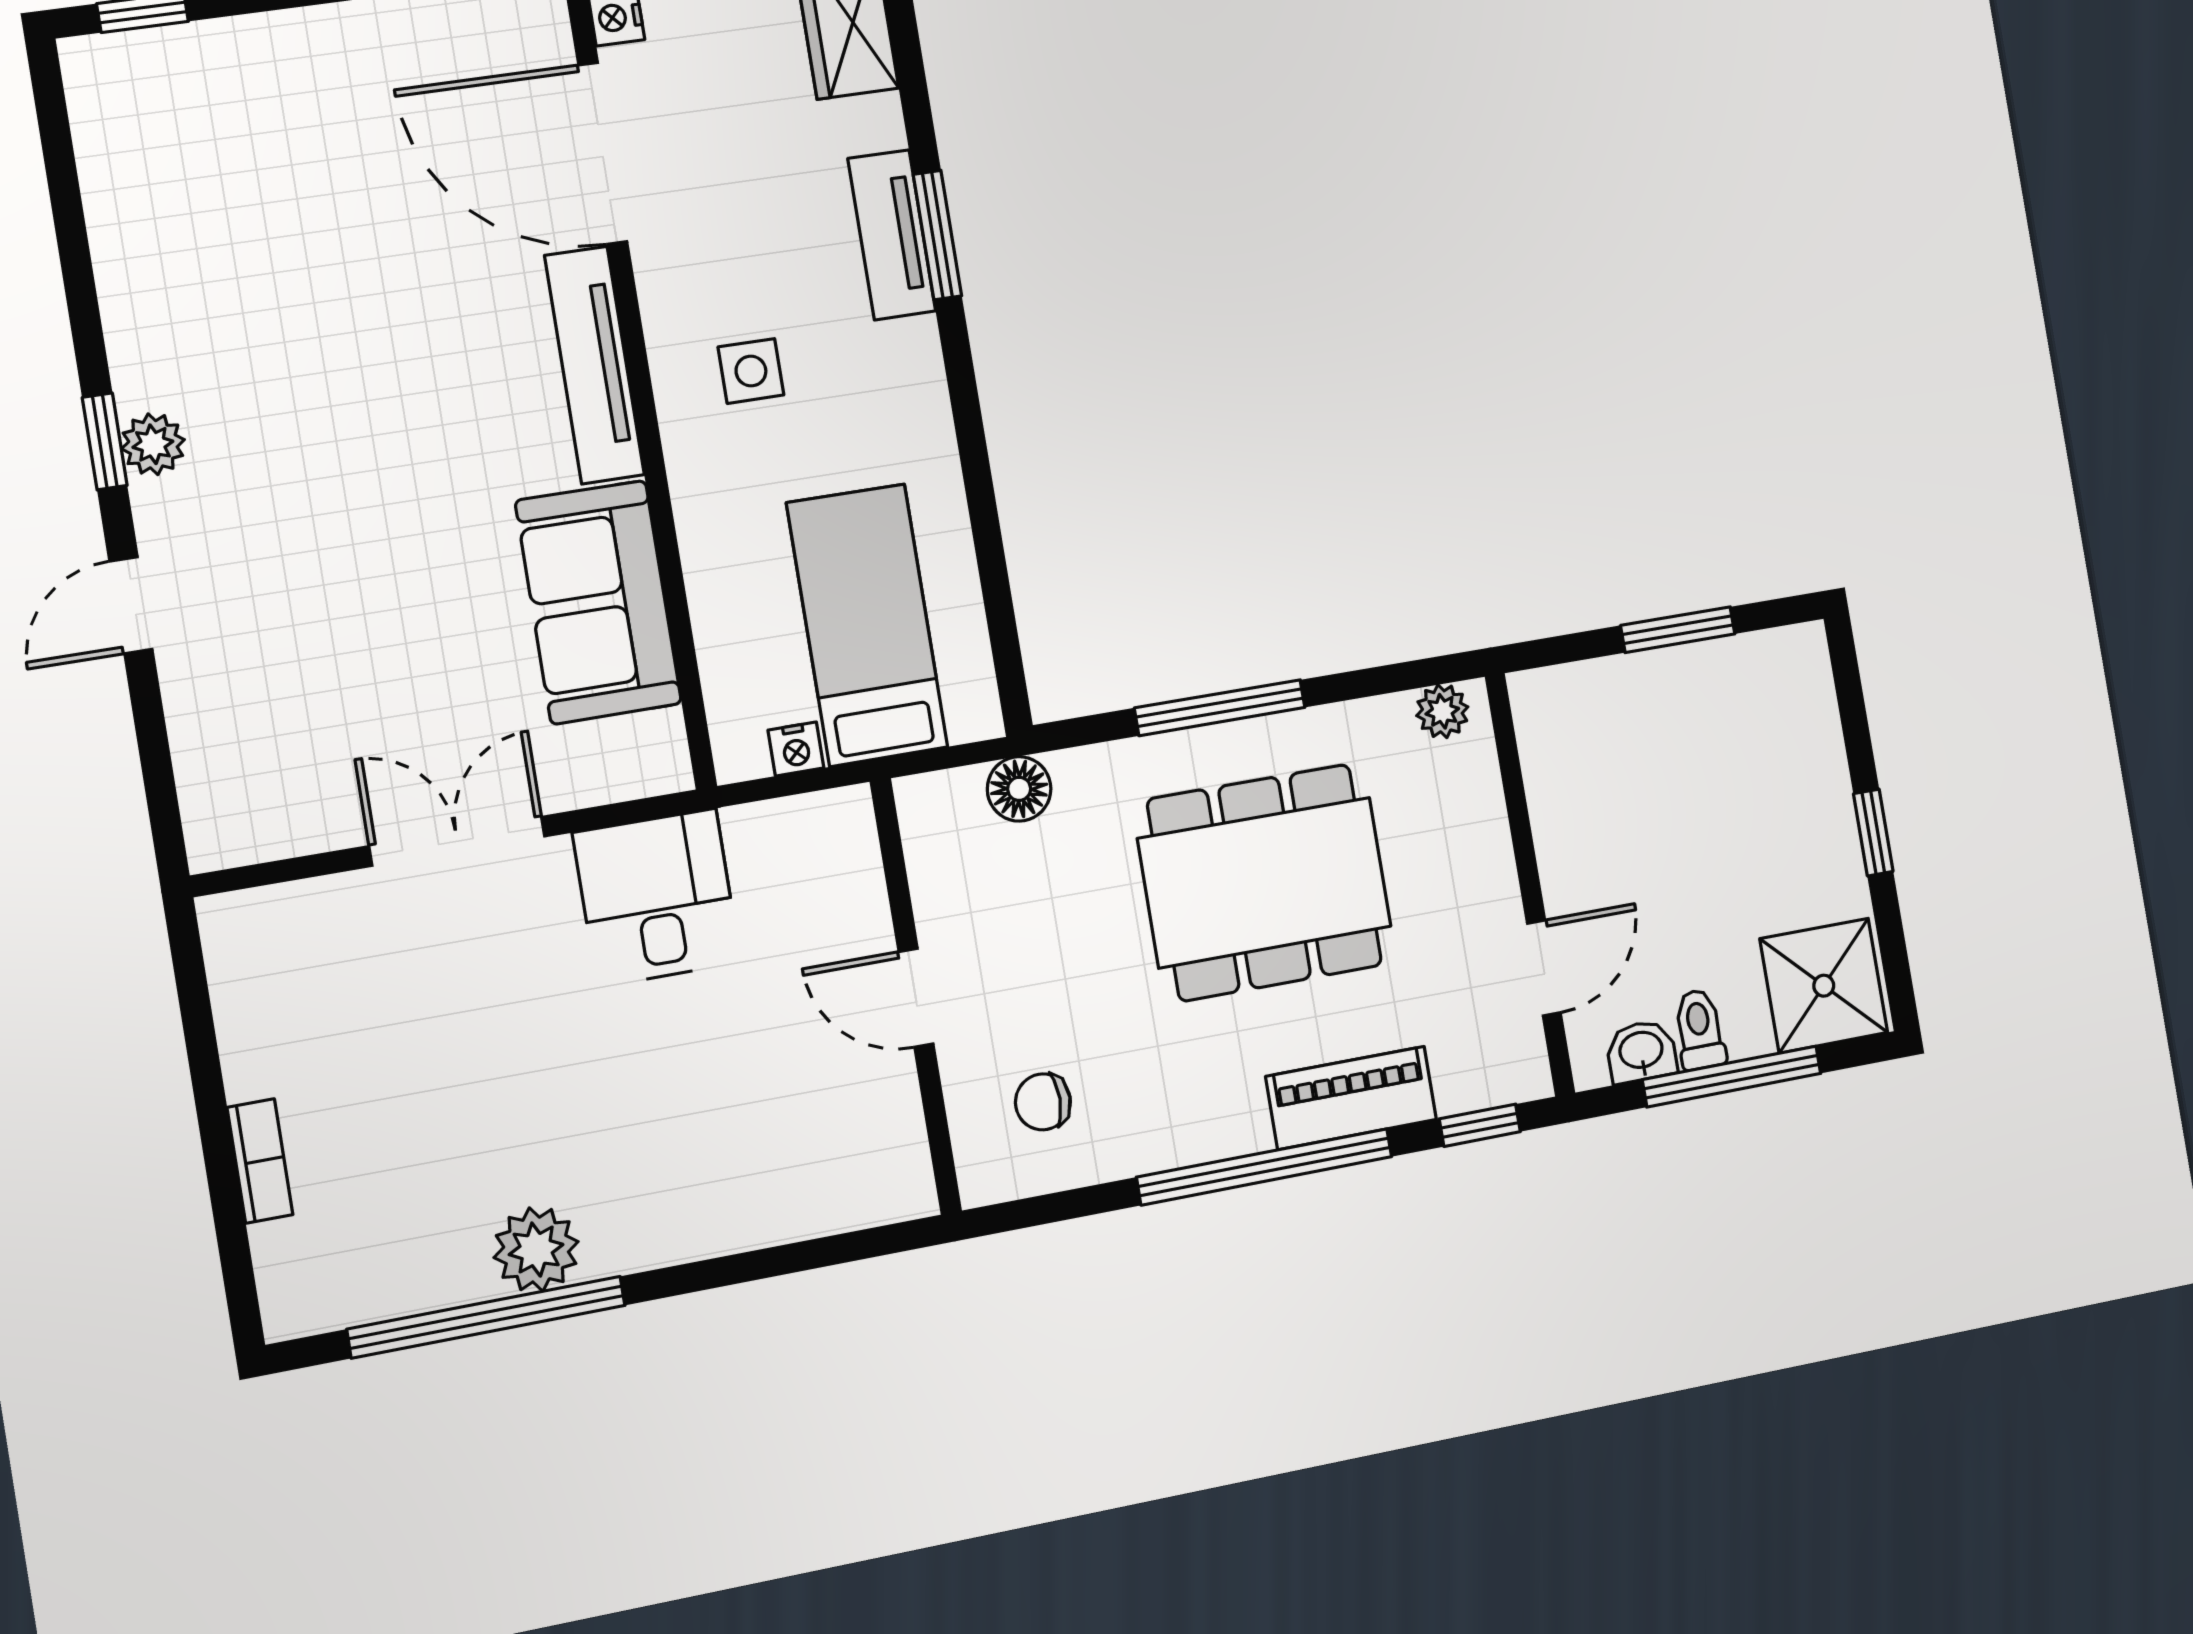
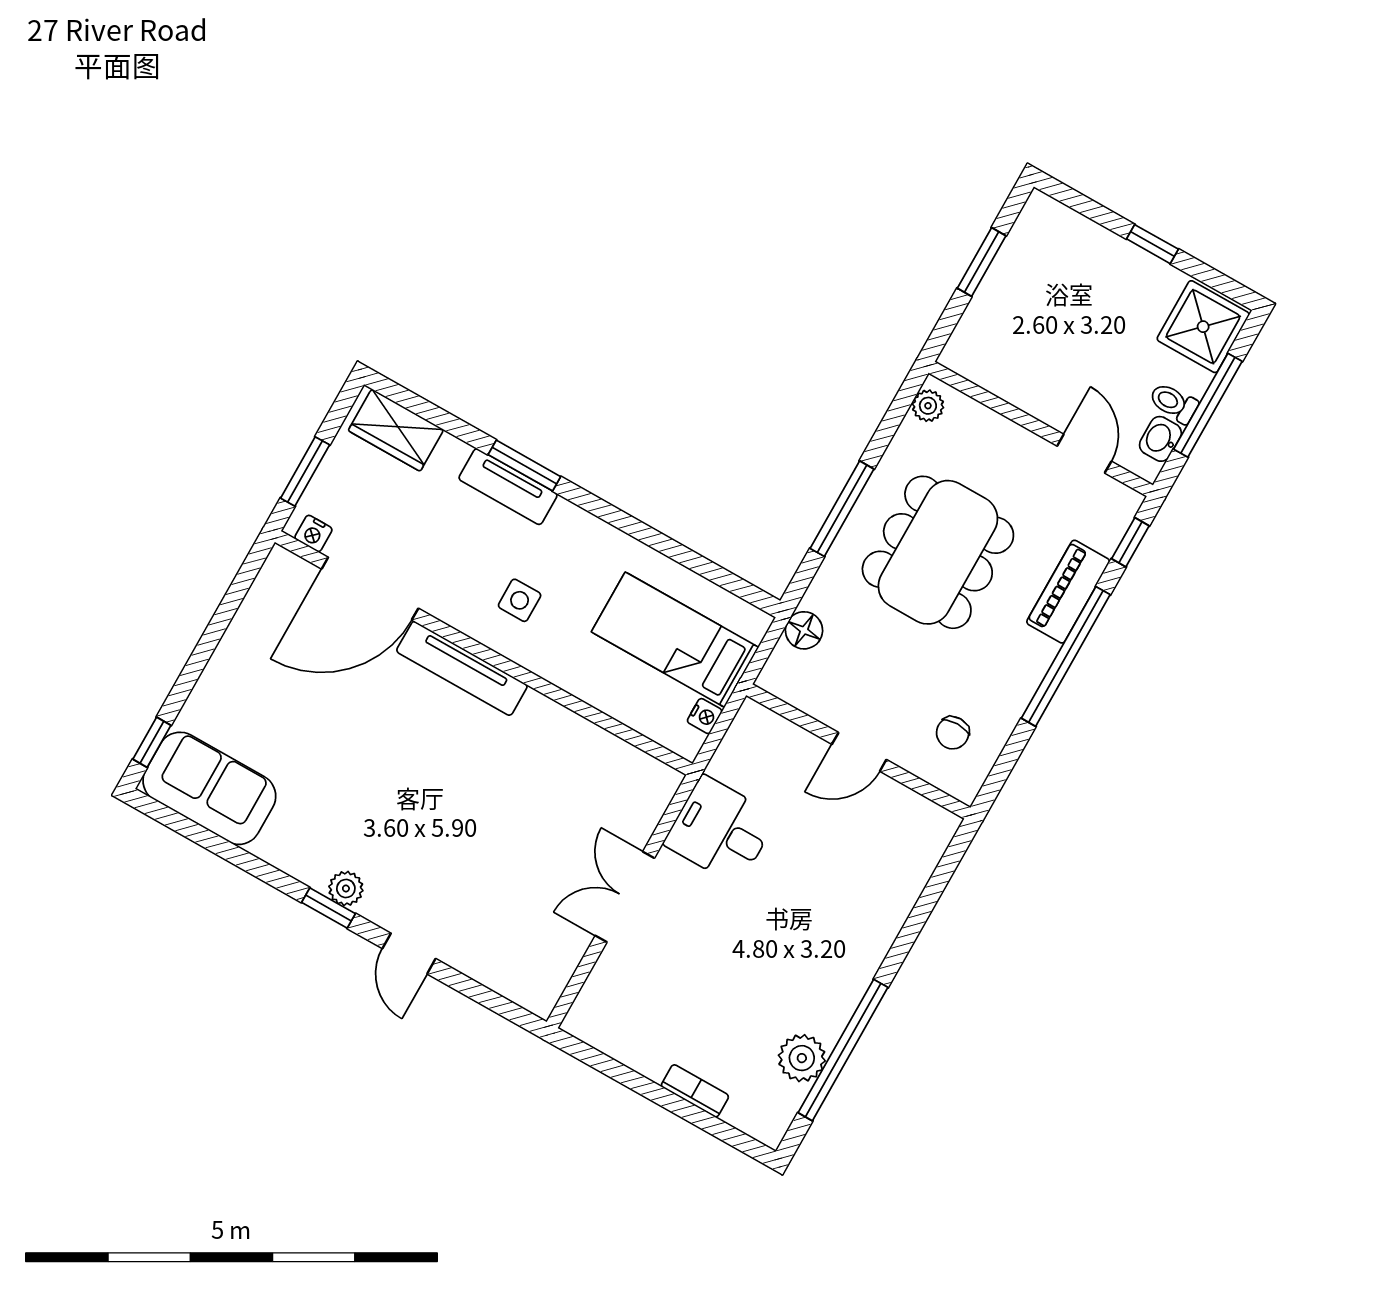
sofa: (598, 602) -> (209, 788), moved, turned 180
plant: (536, 1250) -> (802, 1058), moved

